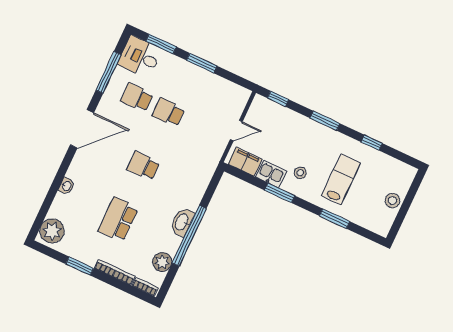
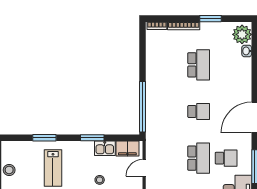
school desk: (168, 112) -> (199, 158), width x1.85
stool: (300, 173) -> (100, 180), moved
washbasin: (67, 186) -> (247, 51), moved
washbasin: (182, 222) -> (152, 84), removed
window: (189, 236) -> (142, 107), moved
plant: (162, 262) -> (153, 49), removed

